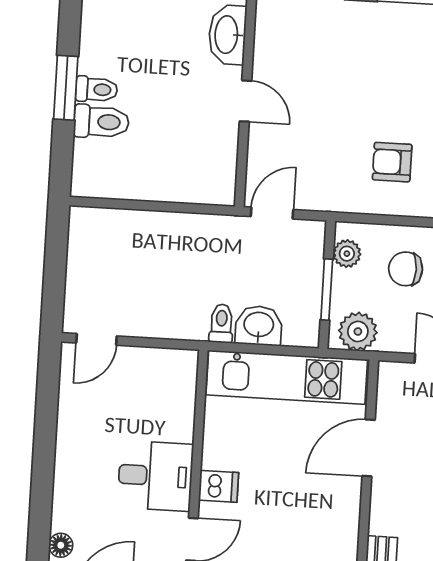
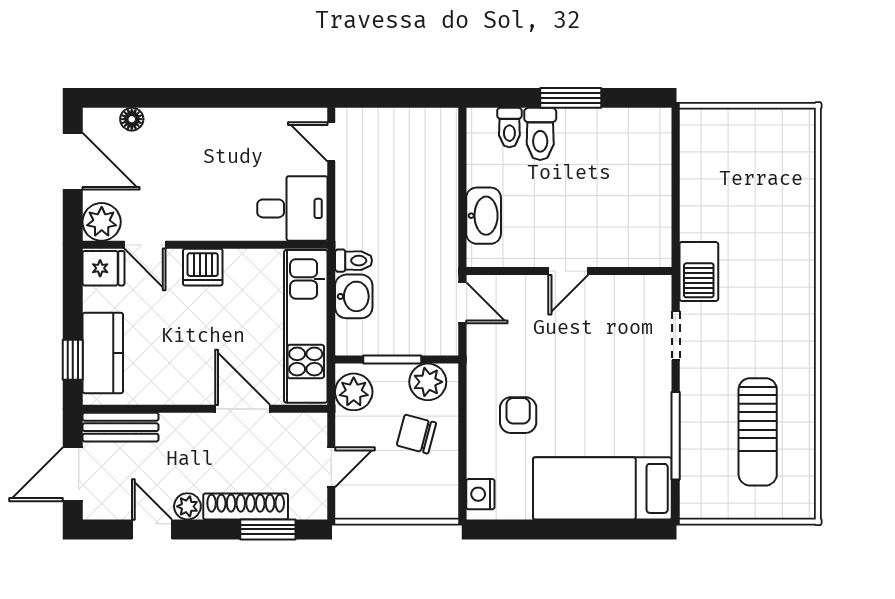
washbasin: (227, 35) -> (484, 216), moved, turned 90
toilet: (97, 89) -> (509, 128), moved
plant: (347, 254) -> (428, 382), width x1.38, depth x1.38
chair: (406, 269) -> (416, 434), turned -75
desk: (155, 476) -> (292, 208), moved, turned -90
dishwasher: (219, 486) -> (203, 267), width x1.38

